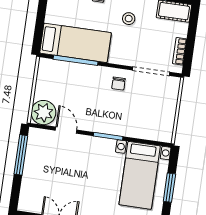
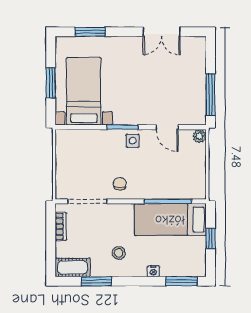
window: (40, 20) -> (211, 238), added
plant: (43, 113) -> (199, 136), width x0.53, depth x0.53
side table: (100, 122) -> (133, 141), added

